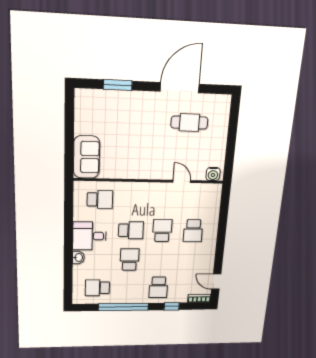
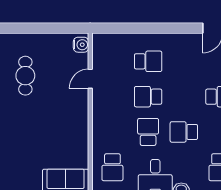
school desk: (100, 200) -> (112, 167), turned 180

